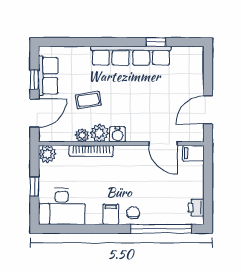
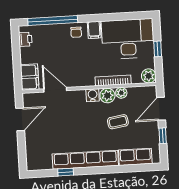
row of seats: (48, 76) -> (135, 157), moved, turned 90
filing cabinet: (193, 153) -> (30, 77), width x2.00
desk: (62, 206) -> (128, 39), width x1.36, depth x1.30

